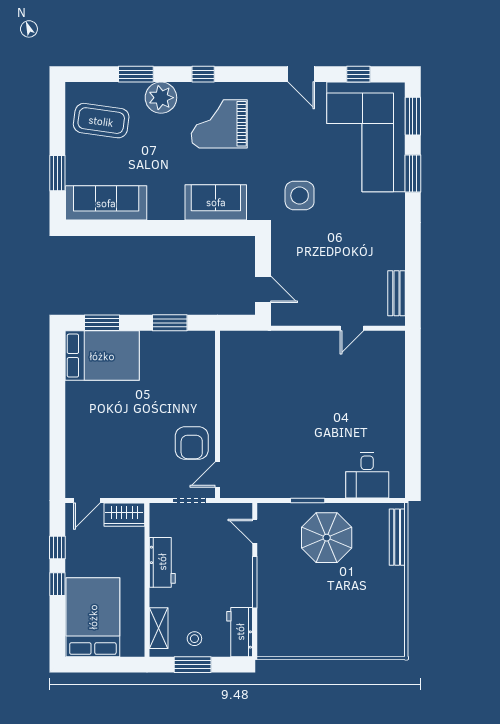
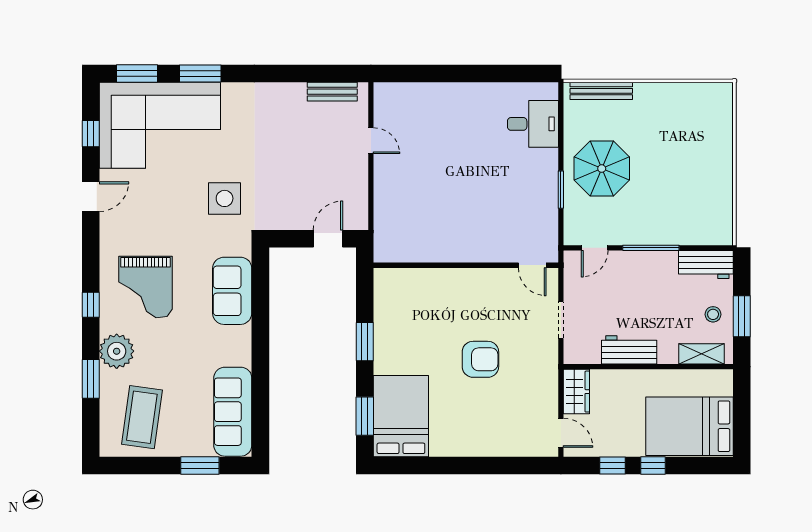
wall: (218, 414) -> (466, 265), moved
armchair: (192, 443) -> (480, 359), moved
door: (218, 475) -> (532, 265), moved

